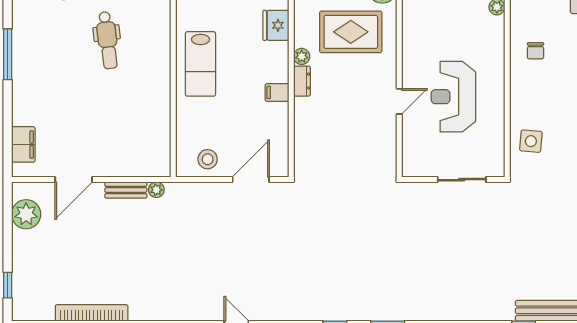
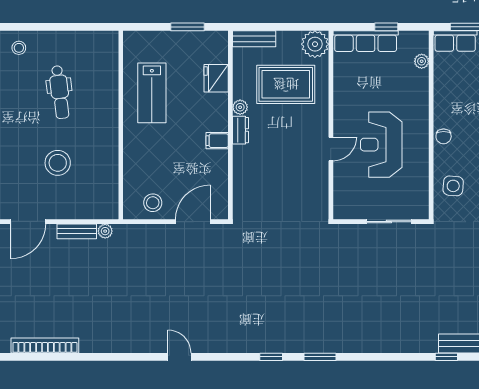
chair: (535, 51) -> (444, 136), moved
lab bench: (200, 64) -> (152, 93), moved
stool: (105, 116) -> (58, 163), added

